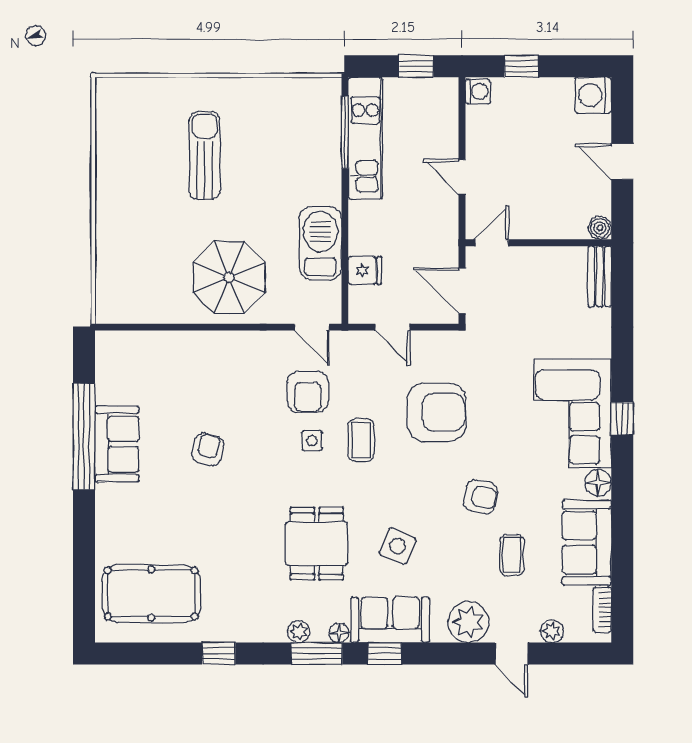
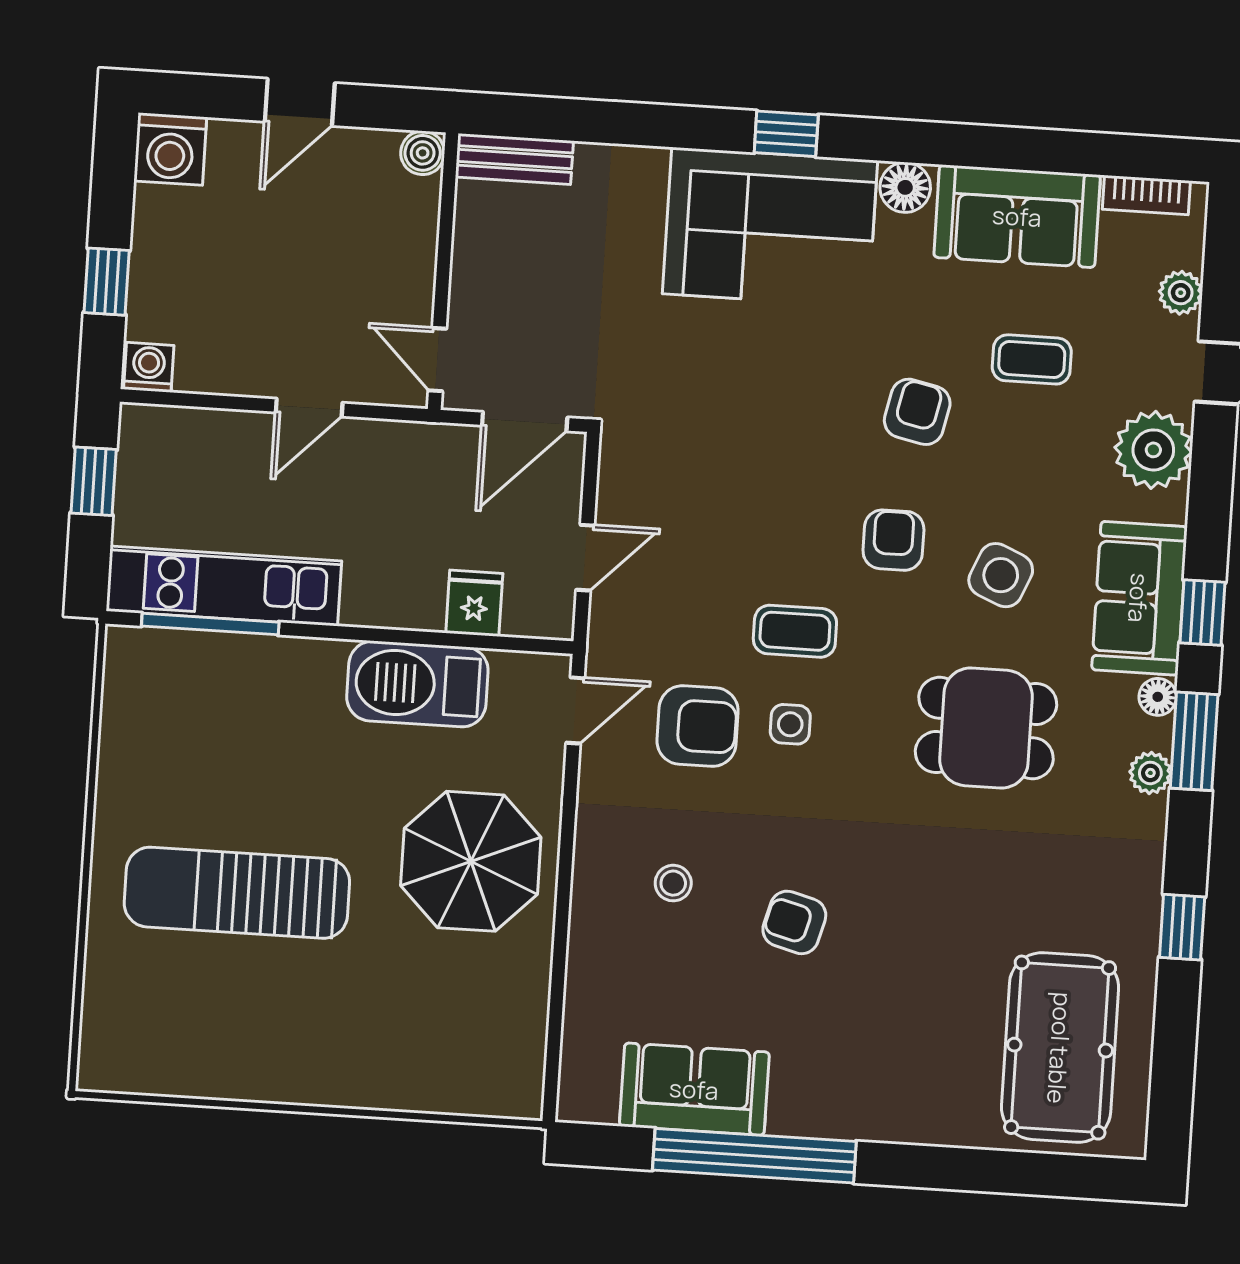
sun lounger: (205, 155) -> (237, 893), width x1.36, depth x1.34
stool: (224, 384) -> (673, 883), added
armchair: (437, 412) -> (893, 540), moved, width x0.53, depth x0.53
sofa: (117, 444) -> (694, 1089), moved

